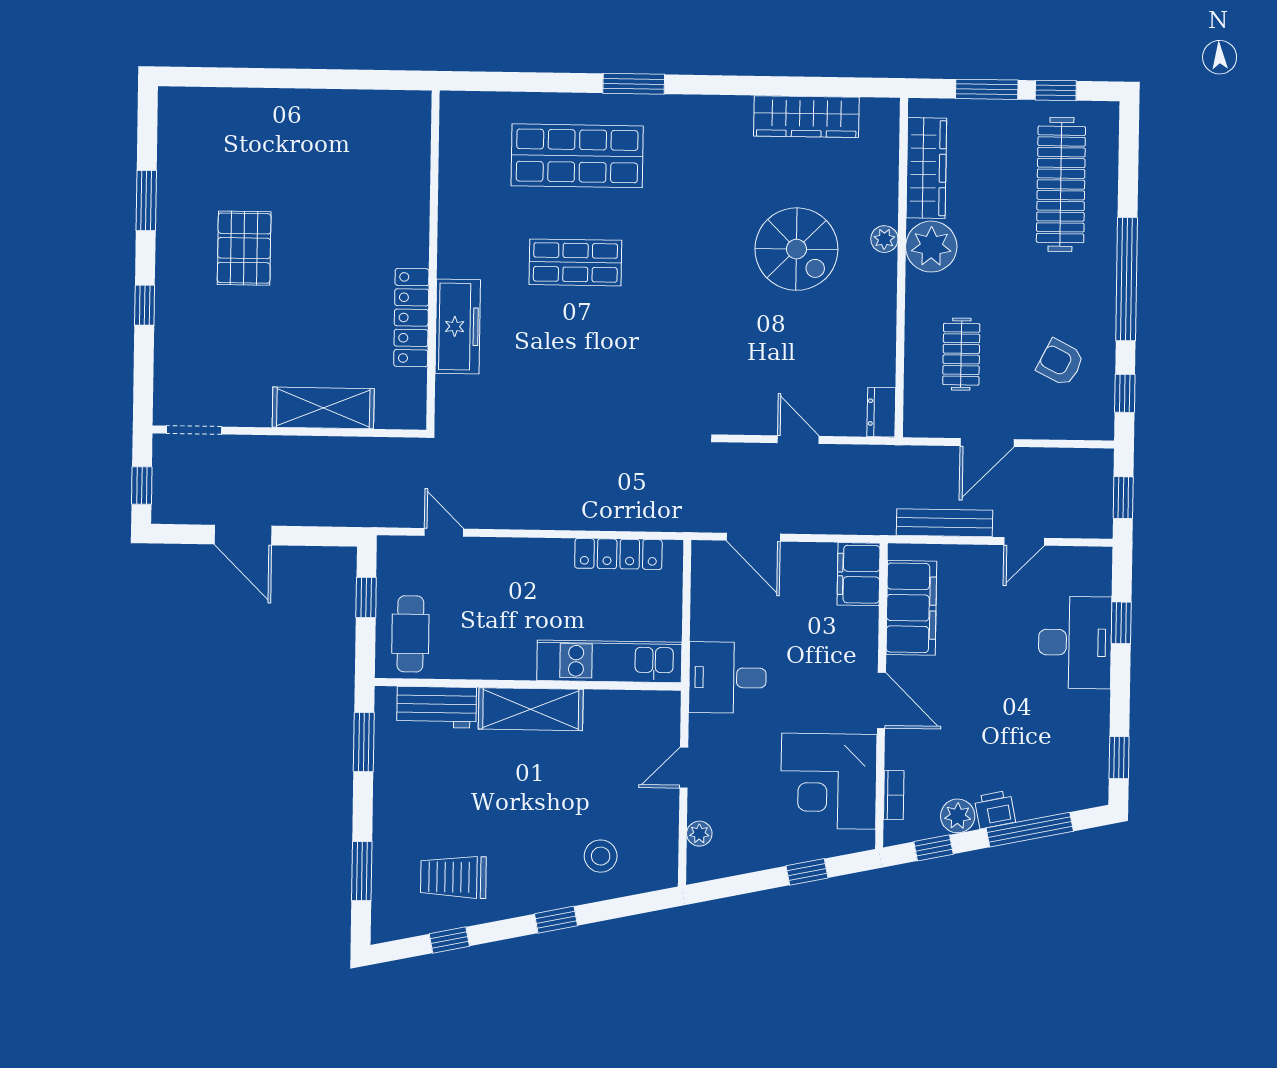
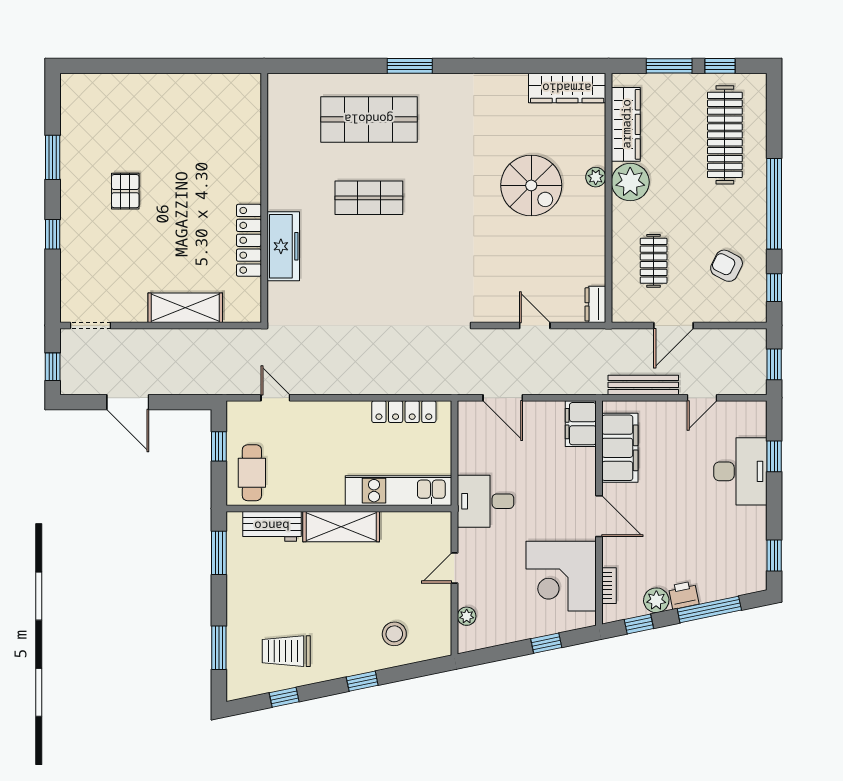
wardrobe: (806, 117) -> (567, 88), moved
pallet: (244, 248) -> (125, 191), width x0.67, depth x0.71

